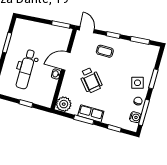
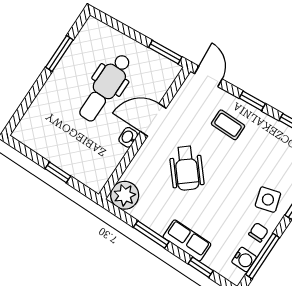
dental chair: (26, 69) -> (105, 88), moved
row of seats: (91, 114) -> (187, 240), moved

